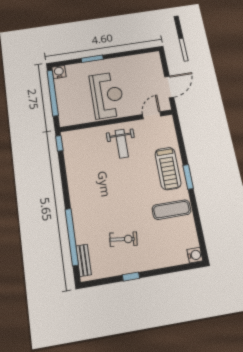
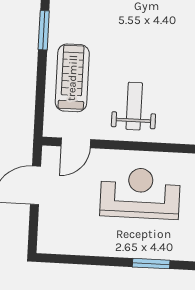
reception desk: (107, 95) -> (140, 193), turned 90
treadmill: (168, 168) -> (72, 78), moved

